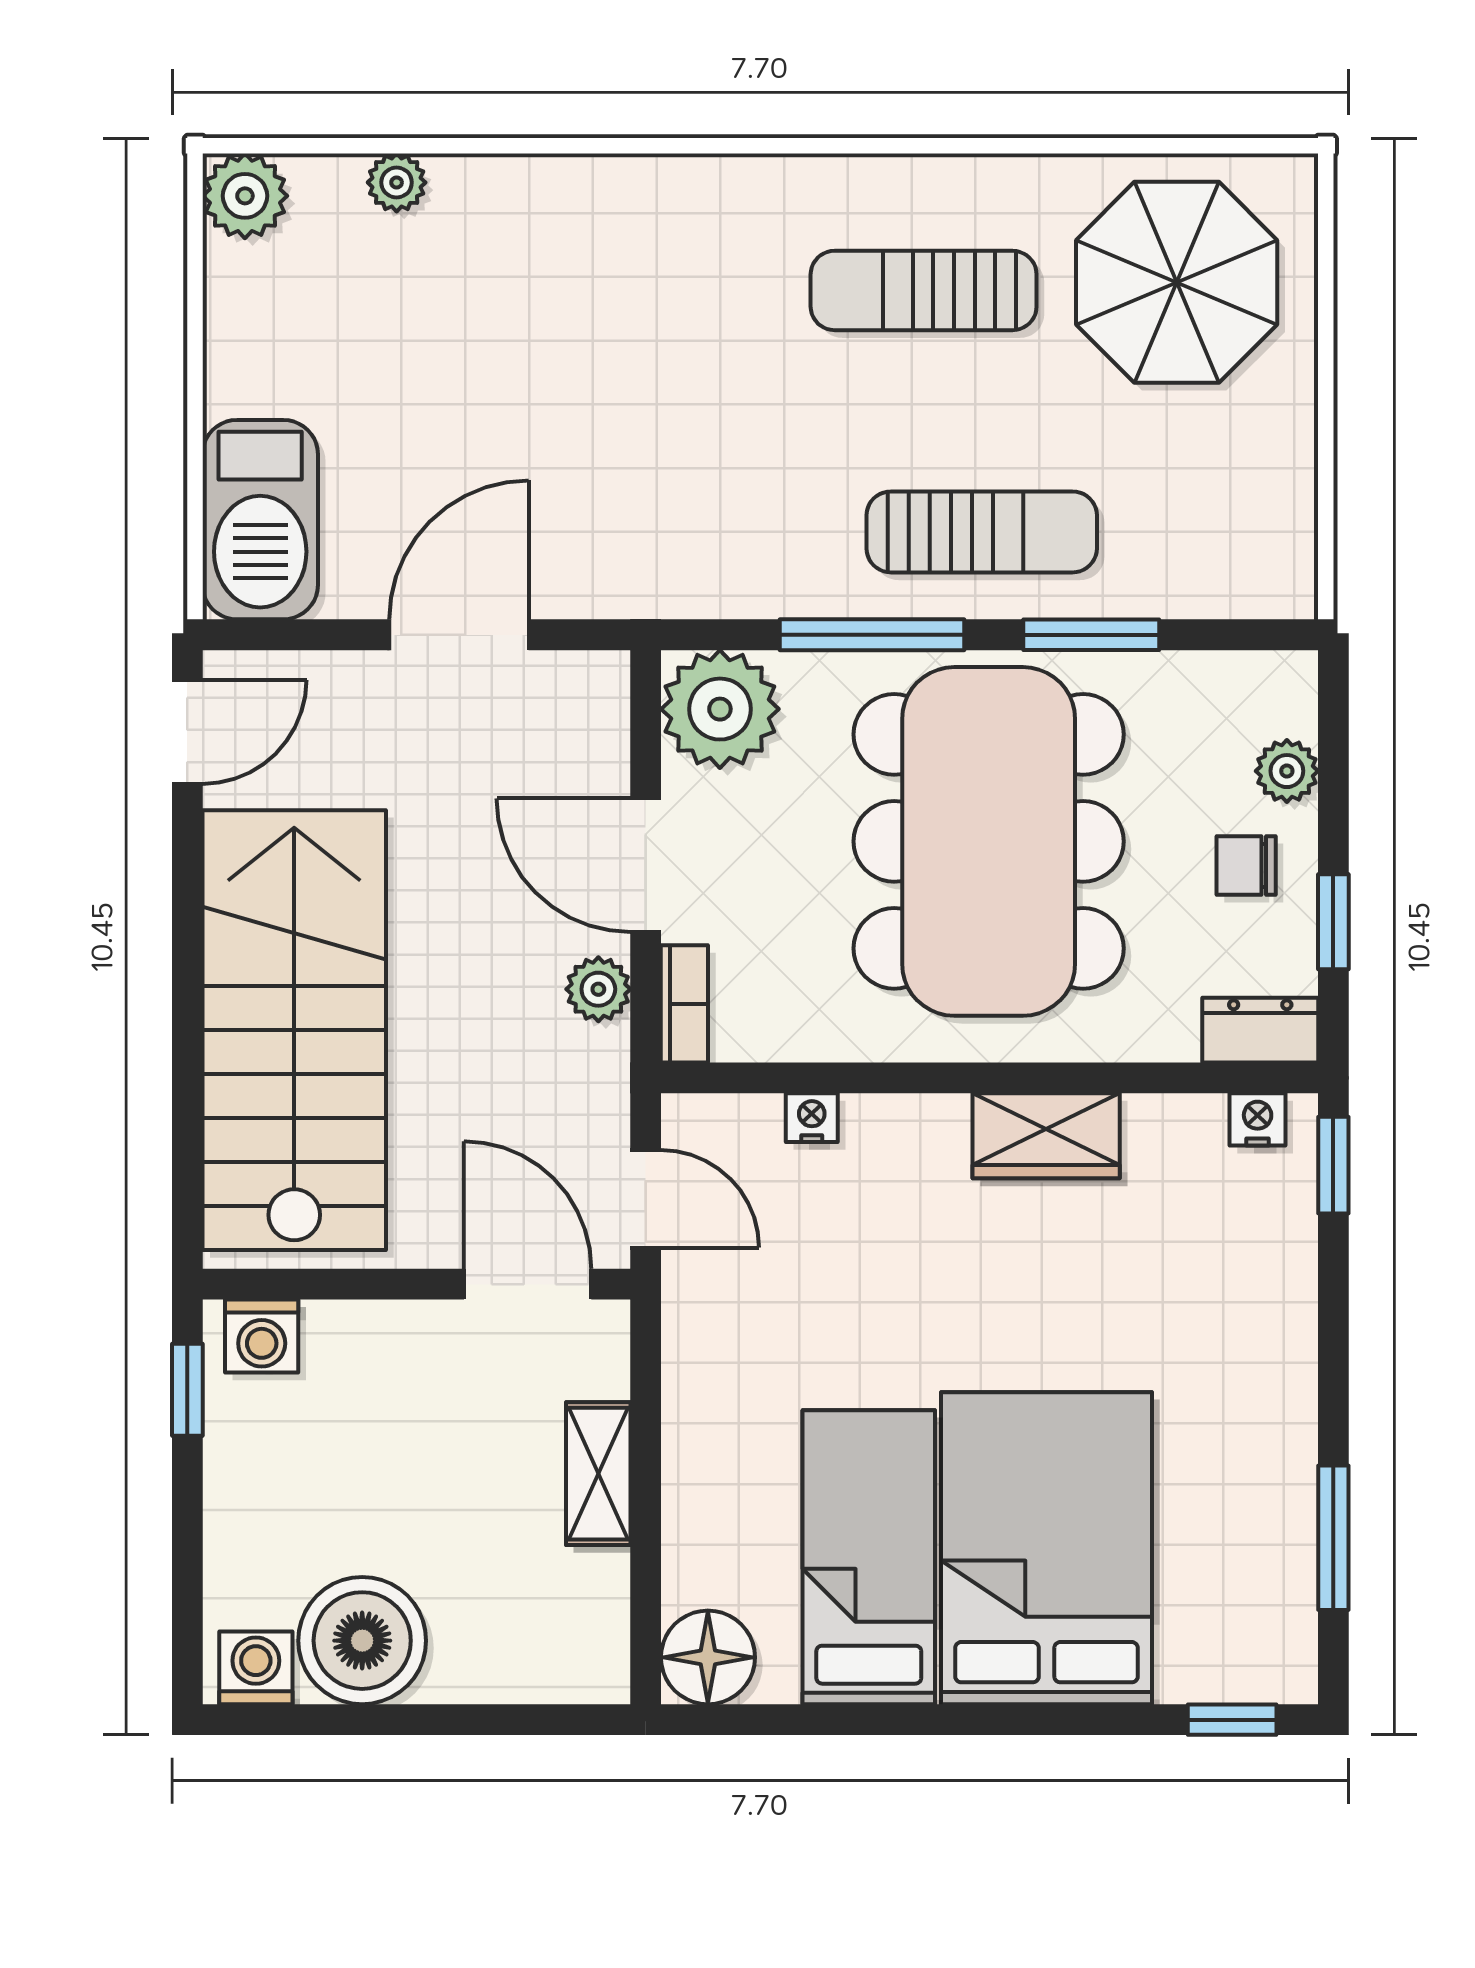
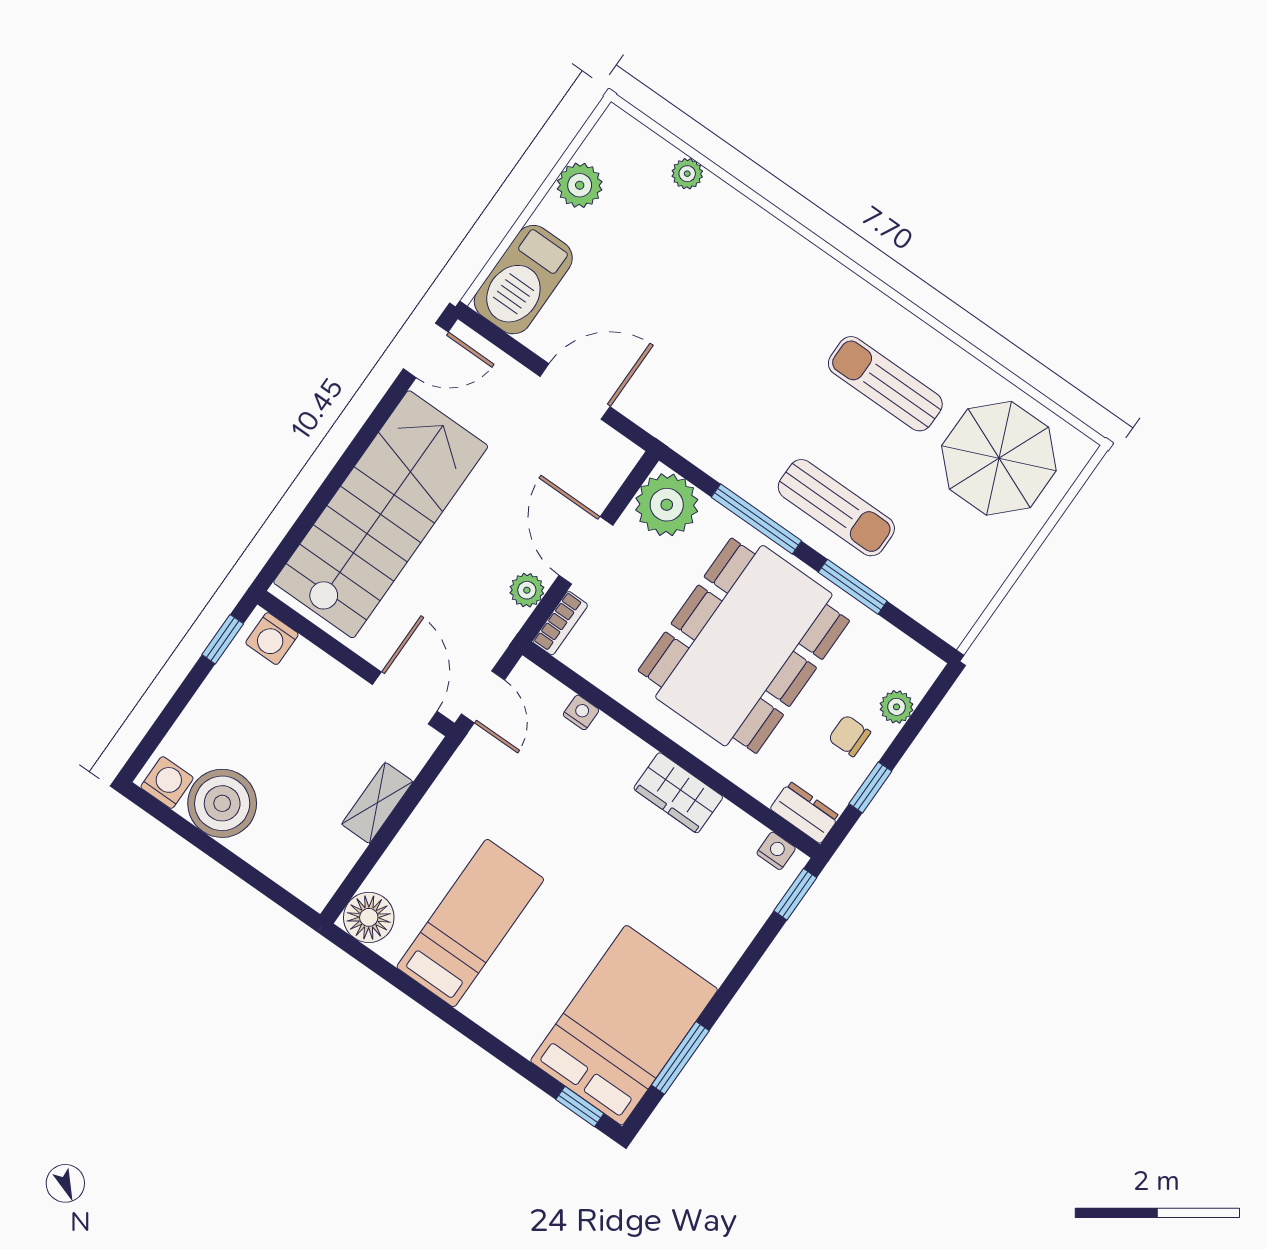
plant: (245, 196) -> (580, 185), moved
bed: (1047, 1548) -> (624, 1025), moved

